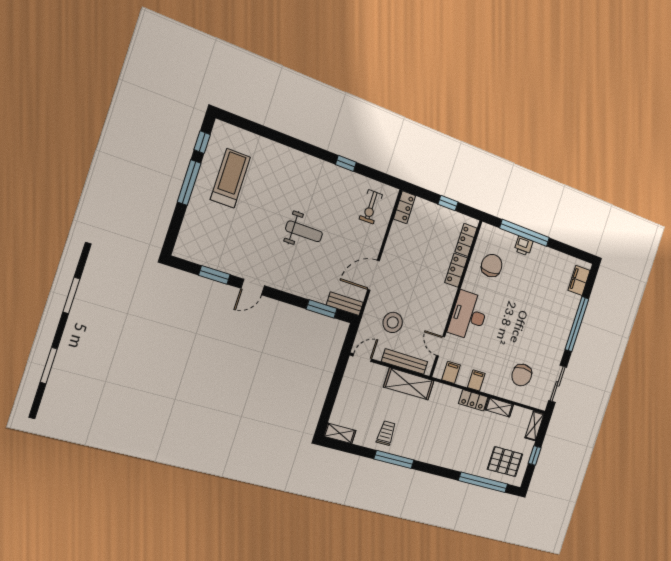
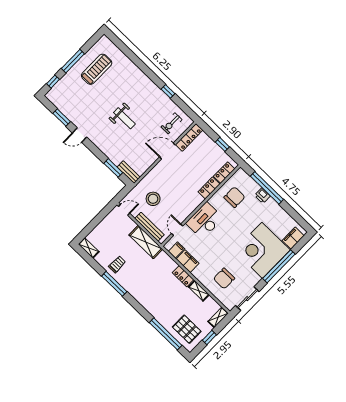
window: (202, 142) -> (53, 82), moved
locker: (404, 207) -> (189, 137), width x1.53
door: (374, 275) -> (167, 151), moved
corner desk: (551, 315) -> (262, 250), added
filing cabinet: (476, 380) -> (188, 261), width x2.00

